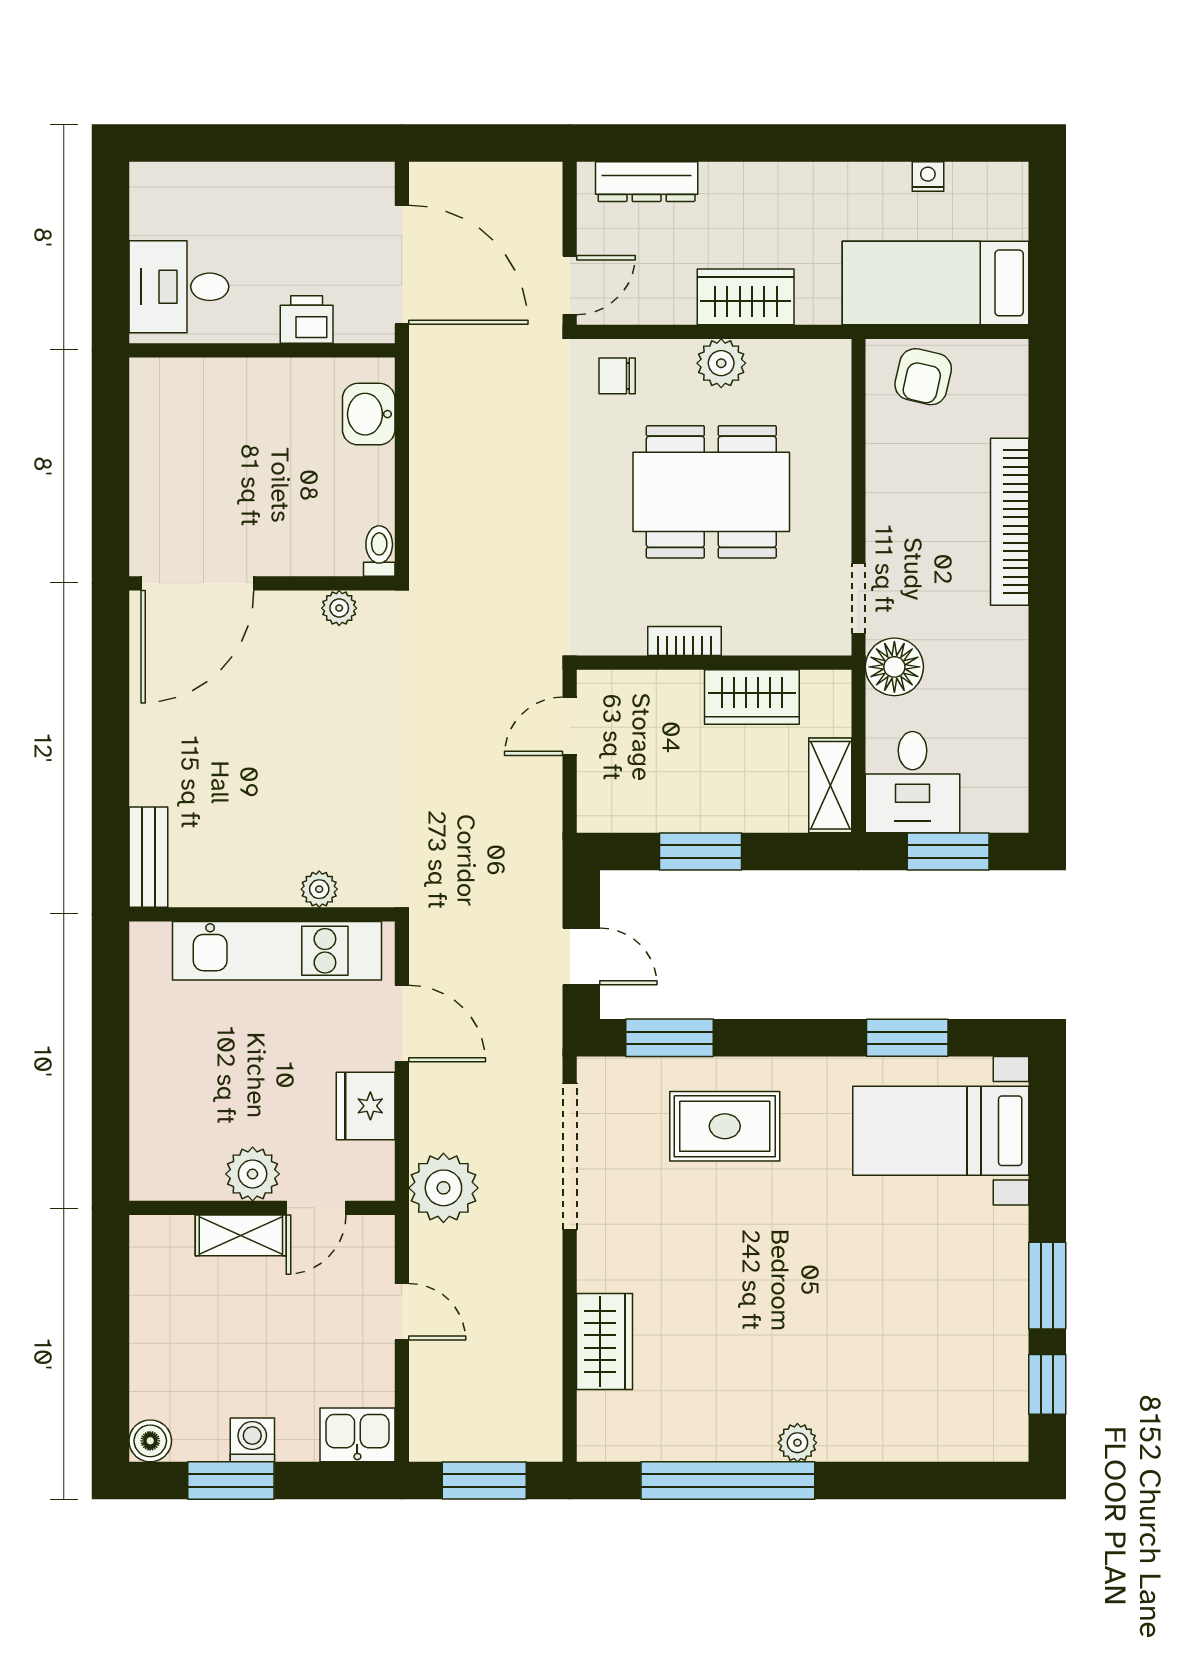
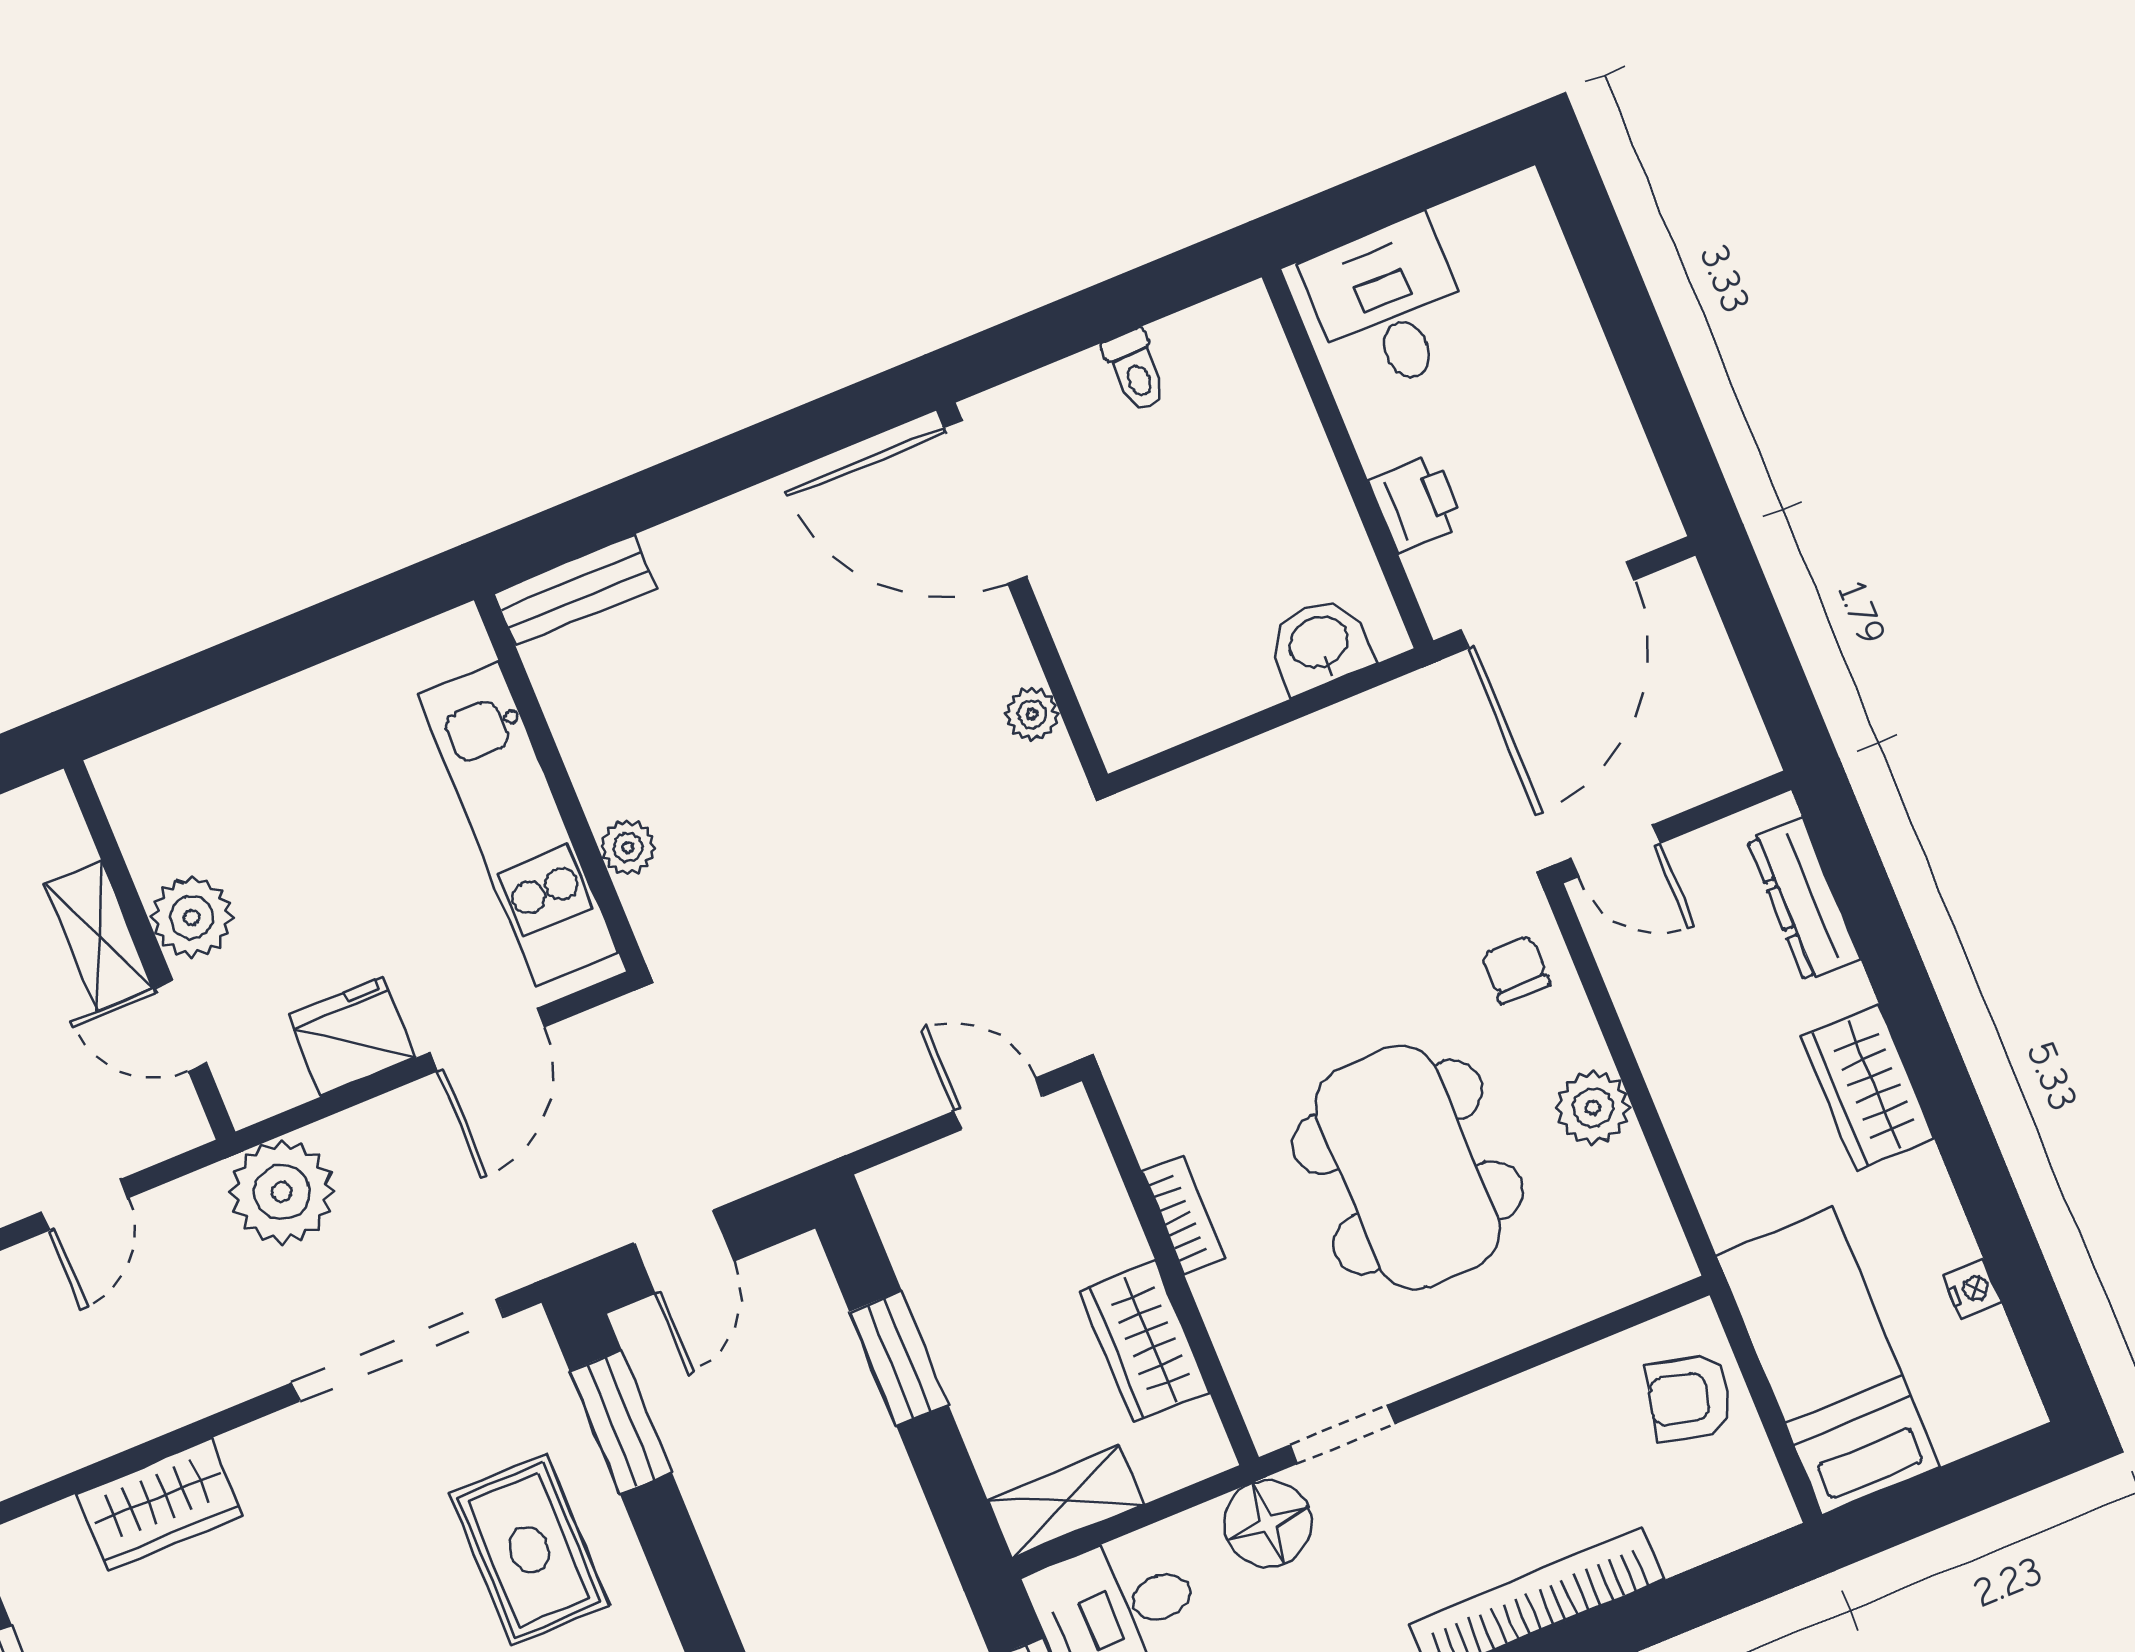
wardrobe: (746, 297) -> (1868, 1088), moved, turned 180
toilet: (379, 551) -> (1135, 371), moved, turned 90

